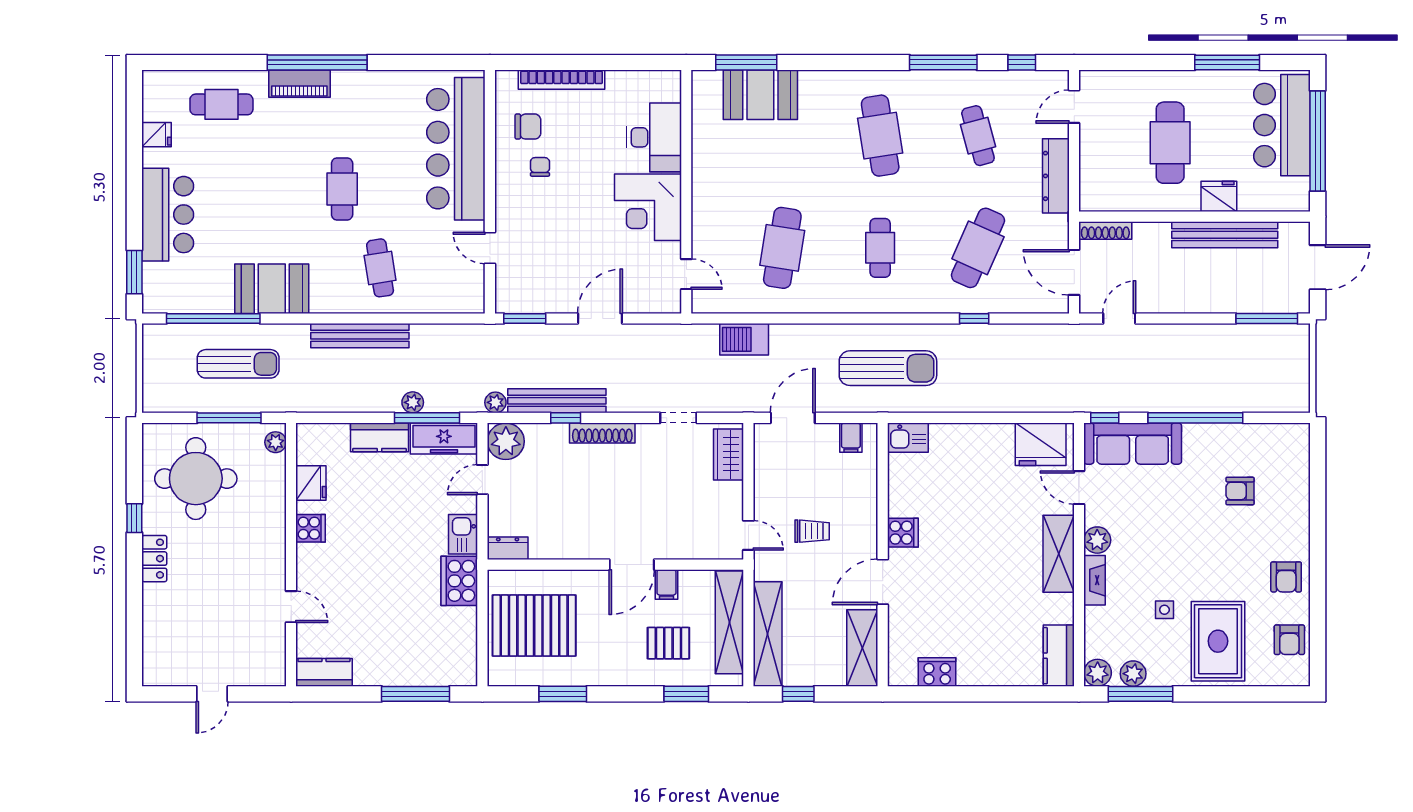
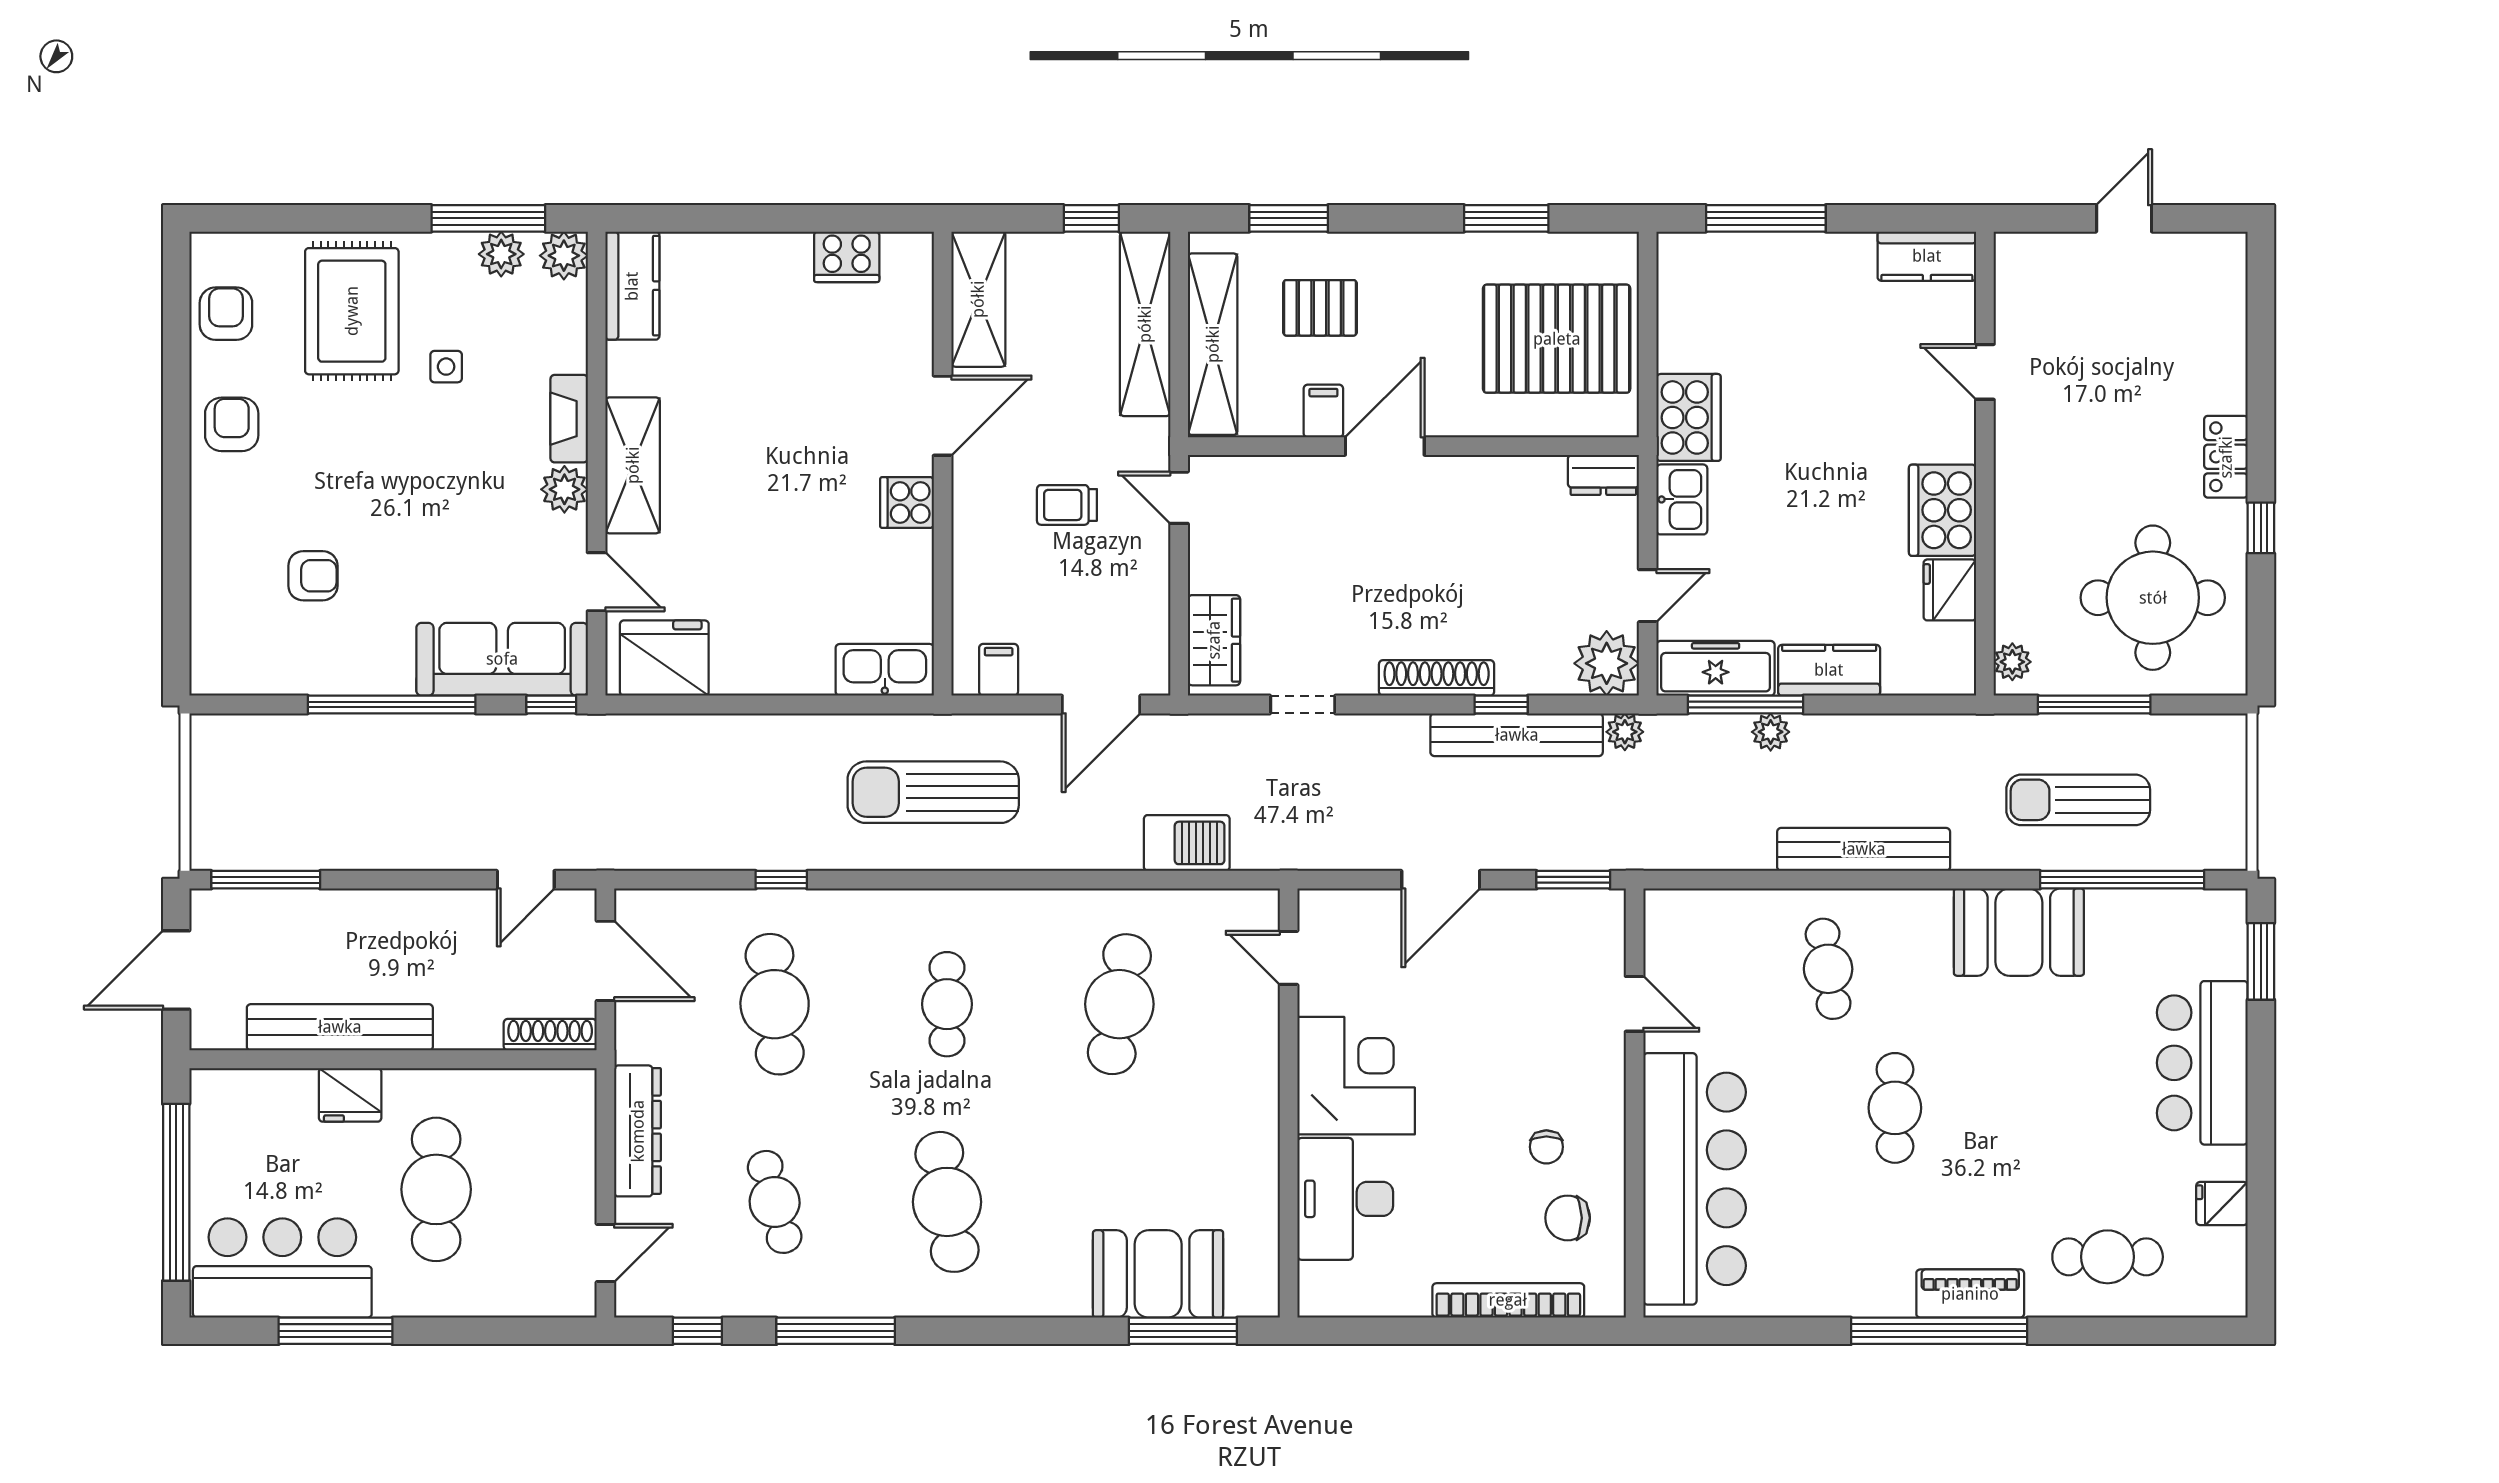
bar counter: (1282, 125) -> (282, 1268), moved, turned -90
cafe table: (978, 248) -> (775, 1004), turned -30
kitchen sink: (908, 438) -> (885, 670), width x1.38
cooker: (311, 528) -> (1943, 510), width x1.87, depth x1.31

